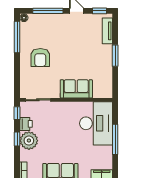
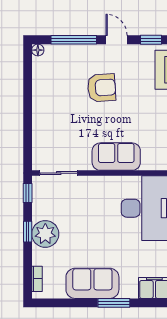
window: (17, 37) -> (28, 79), removed
armchair: (40, 58) -> (102, 88), moved, turned -94
printer: (26, 124) -> (41, 209), removed

